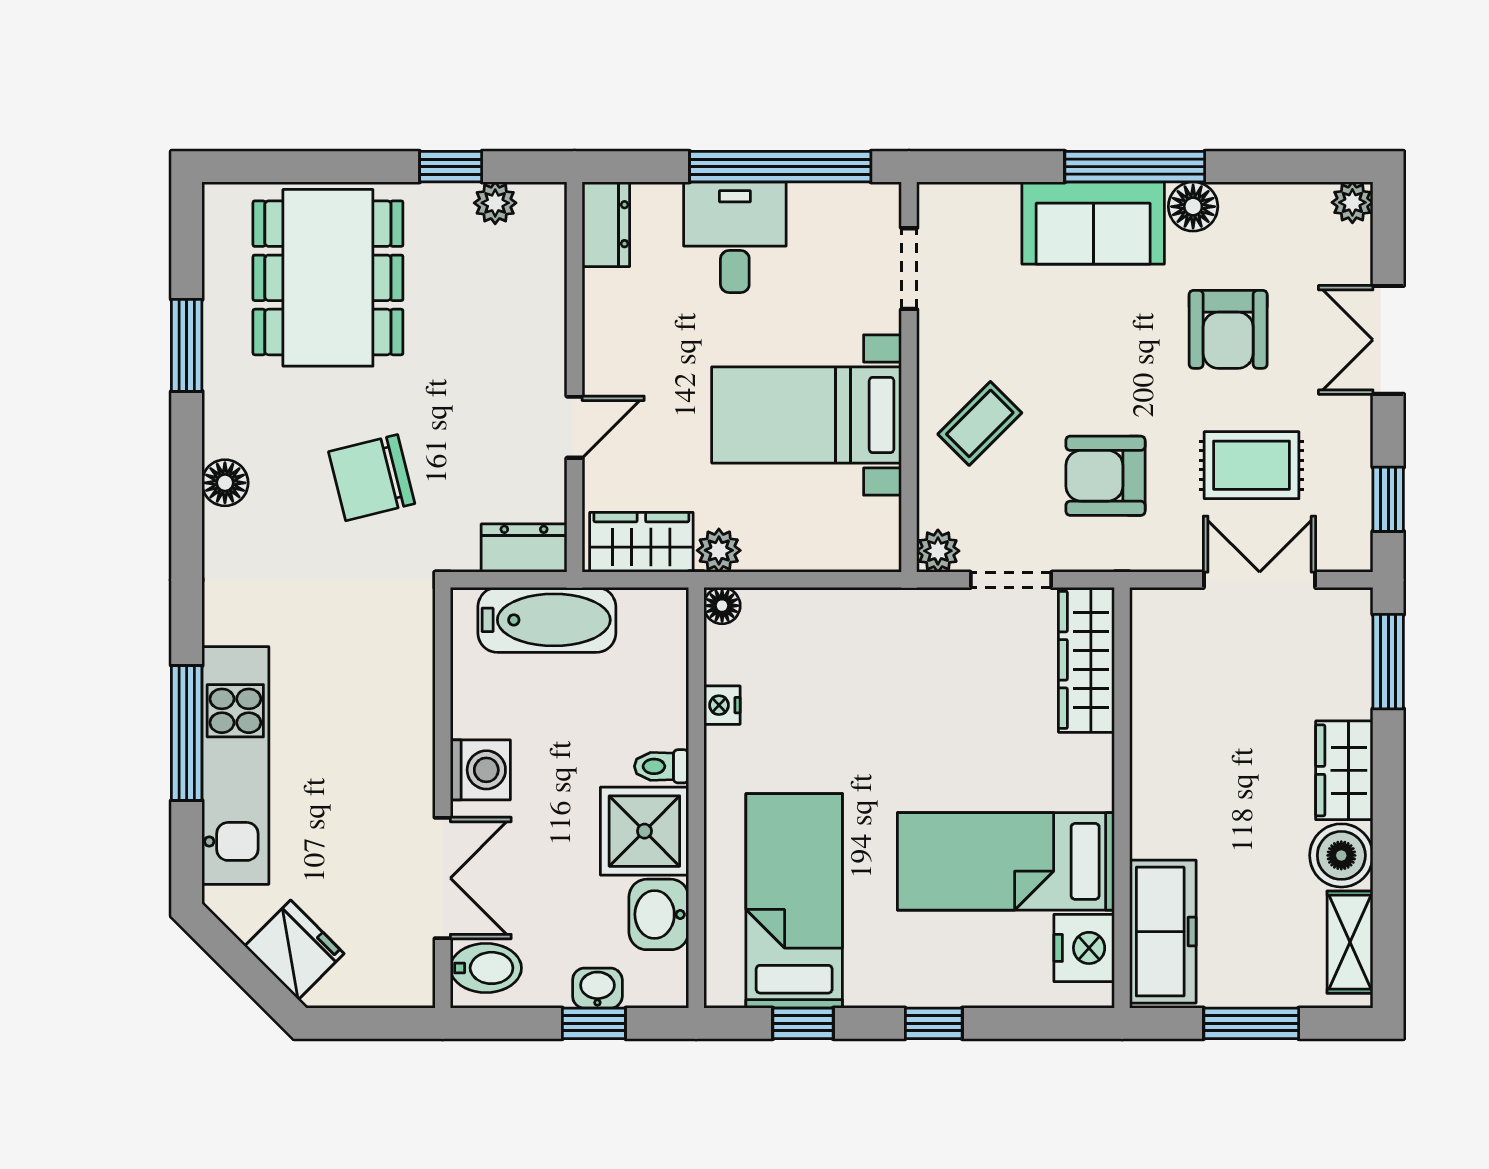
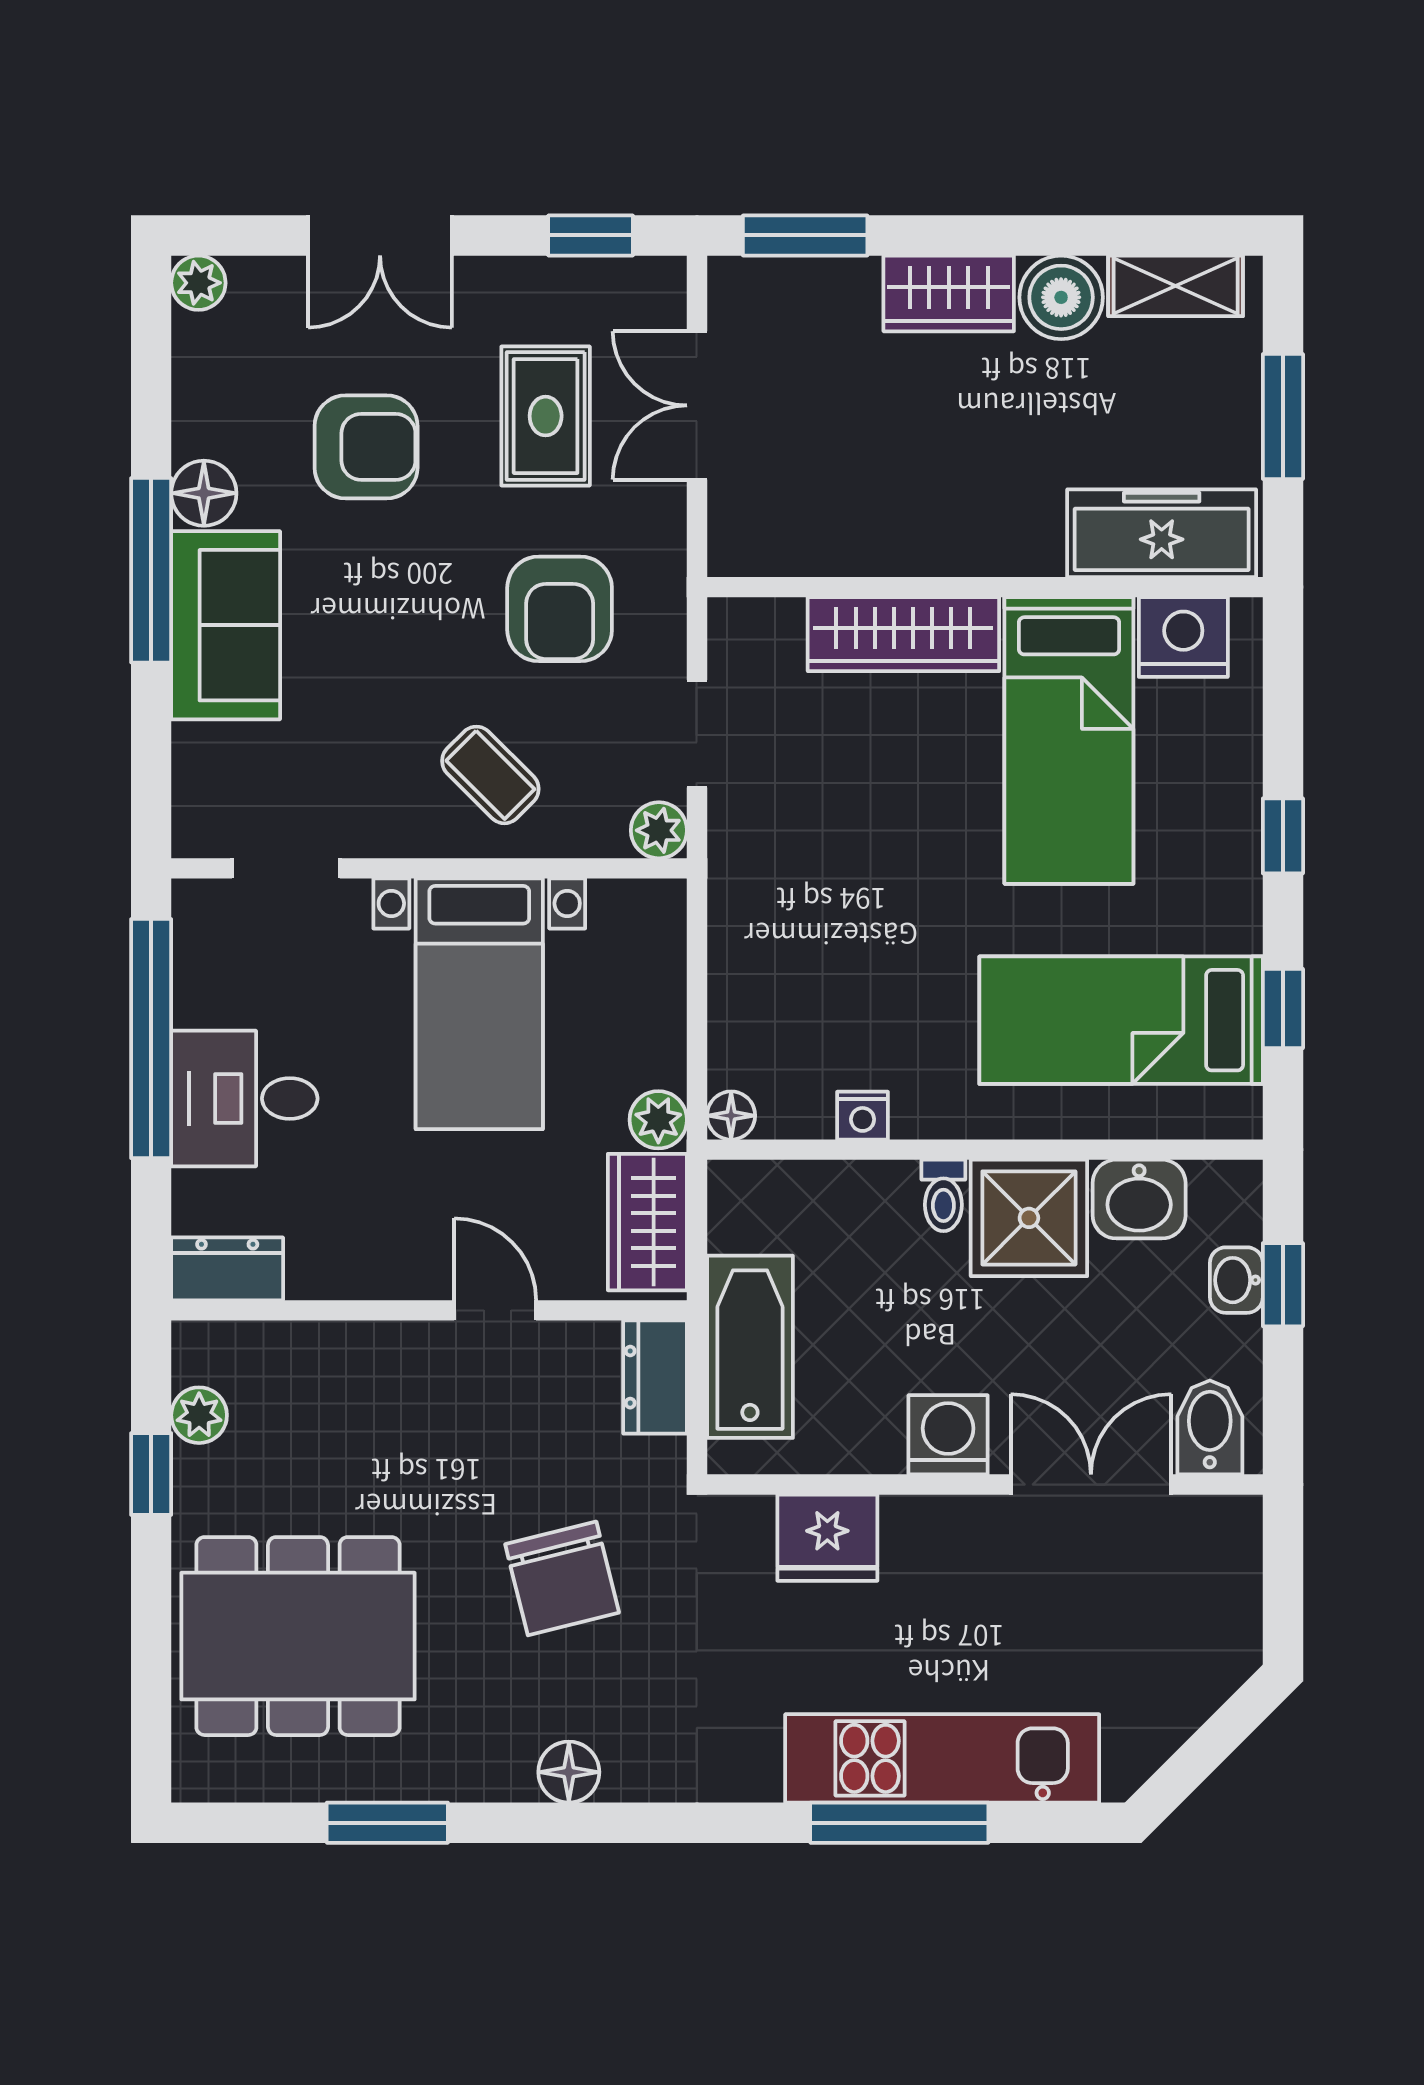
wardrobe: (1086, 660) -> (903, 634), moved
fridge: (294, 950) -> (827, 1538), moved, turned -135

